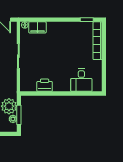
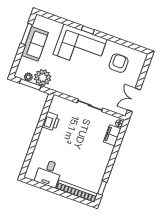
desk: (81, 80) -> (49, 173), moved, turned -90

